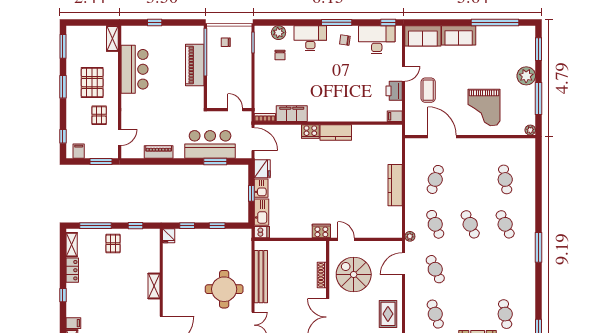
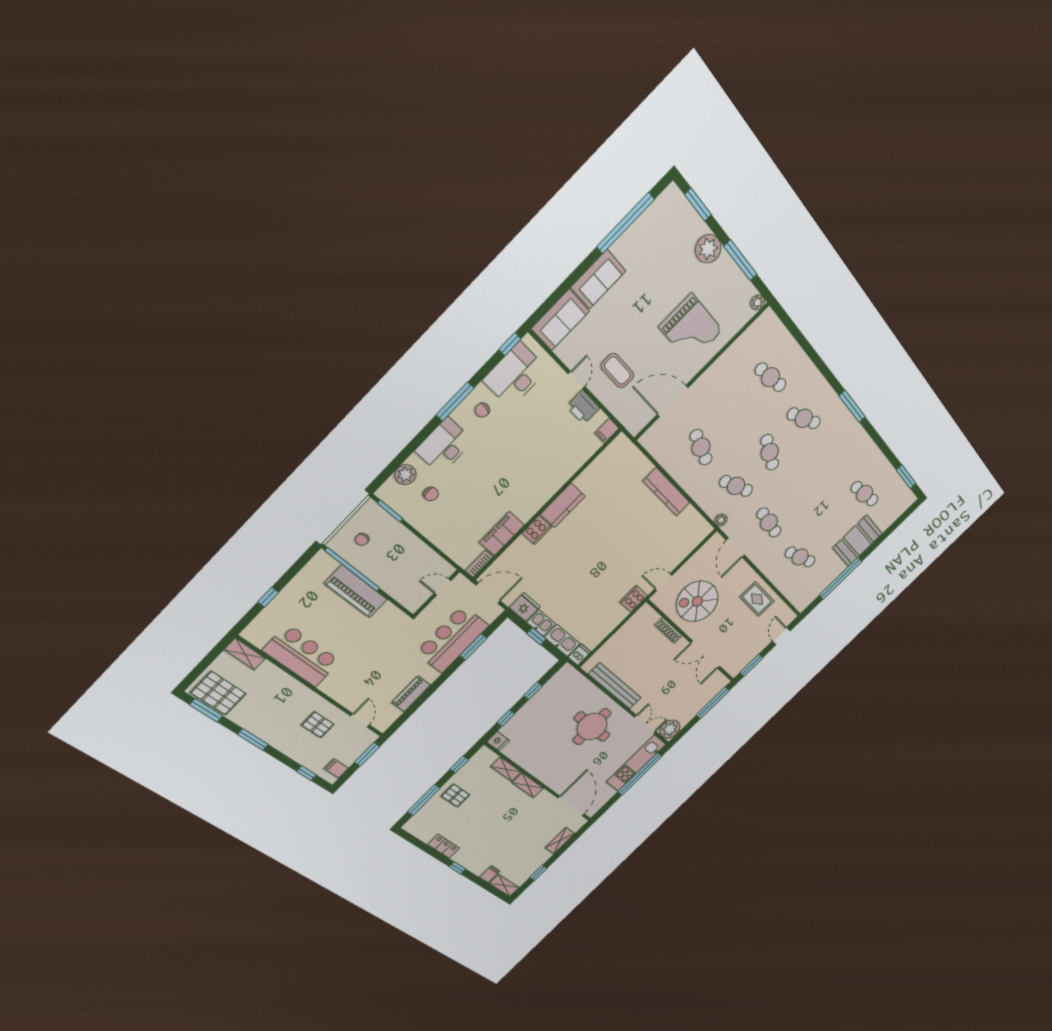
pallet: (92, 83) -> (218, 693), moved
cafe table: (470, 224) -> (770, 452), turned 48
shelving: (72, 245) -> (506, 769), moved
cafe table: (435, 269) -> (769, 522), turned 30

